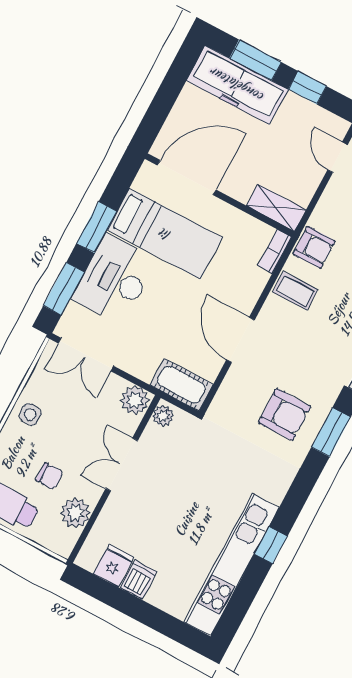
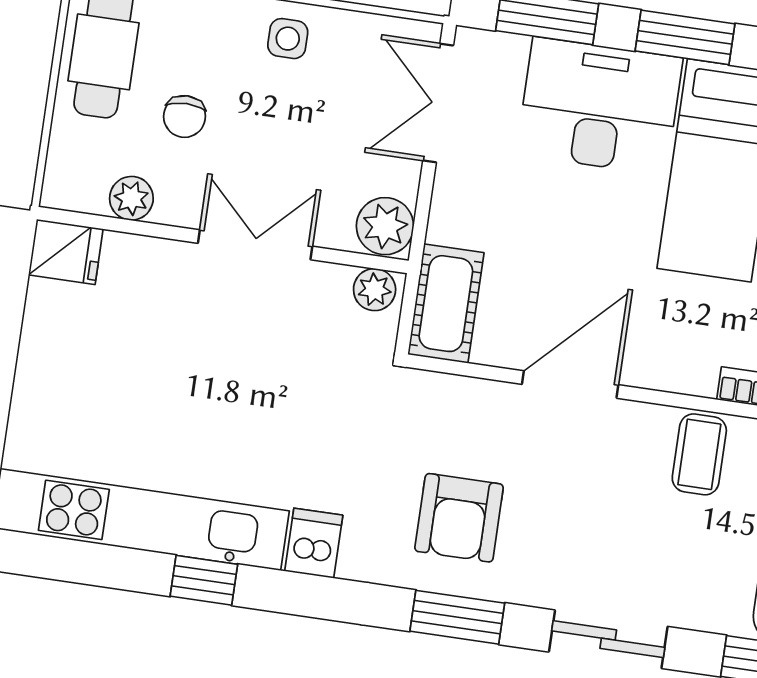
plant: (75, 513) -> (131, 198), width x0.73, depth x0.73
fridge: (114, 566) -> (66, 252), moved
dishwasher: (138, 580) -> (314, 543), moved, turned -90

